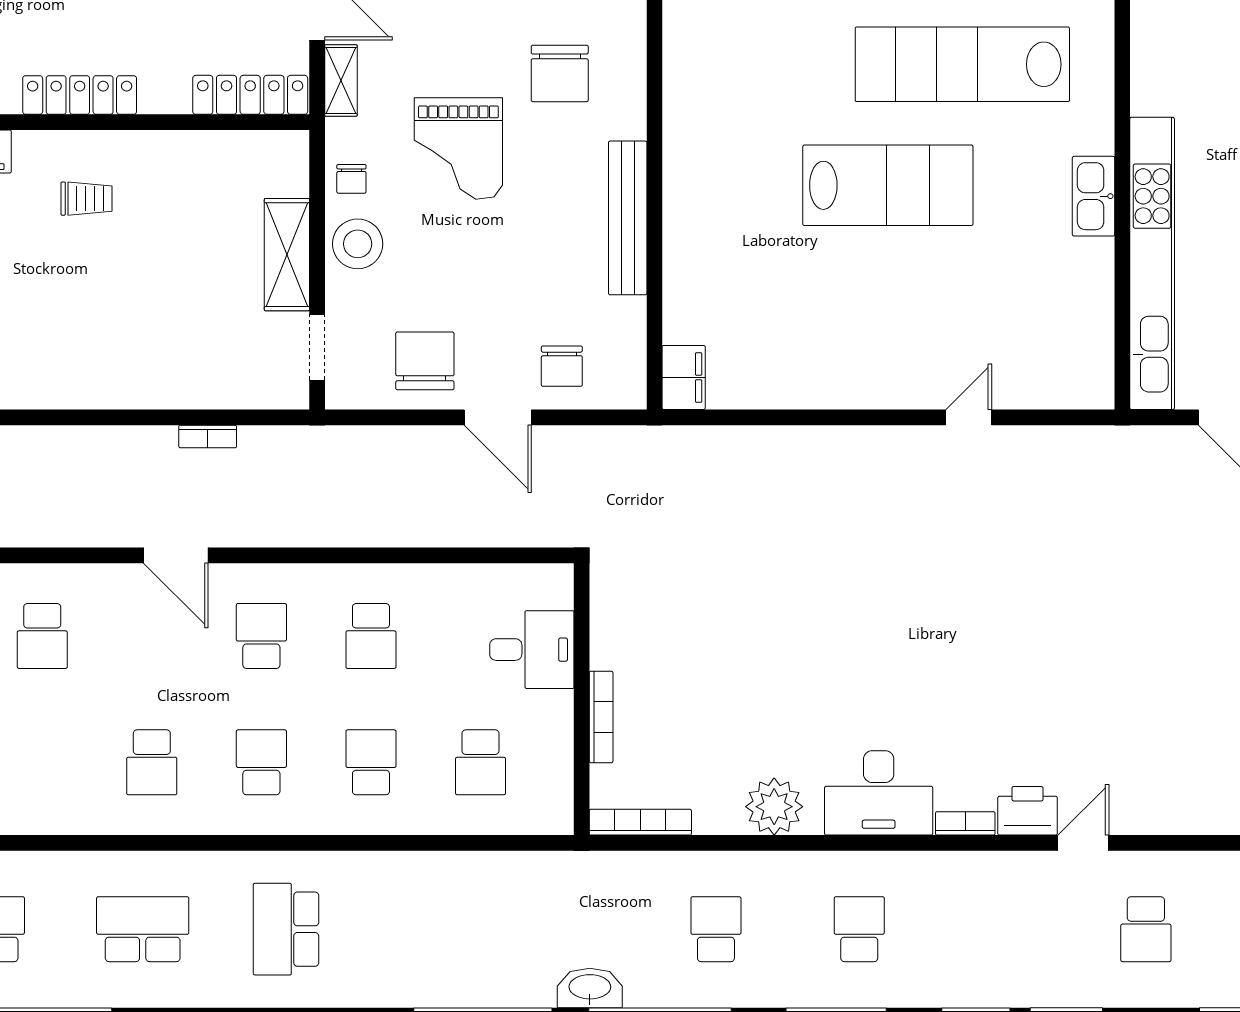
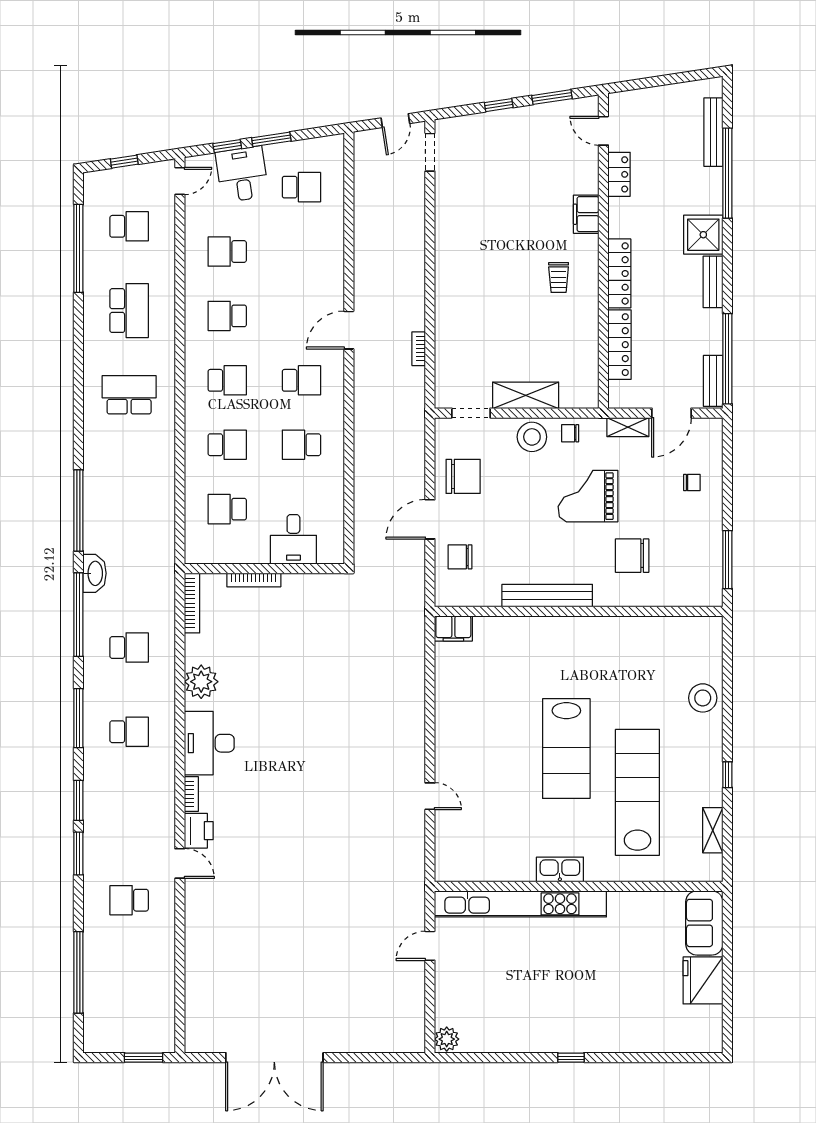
locker: (250, 95) -> (620, 345), moved
school desk: (42, 636) -> (227, 252), moved

